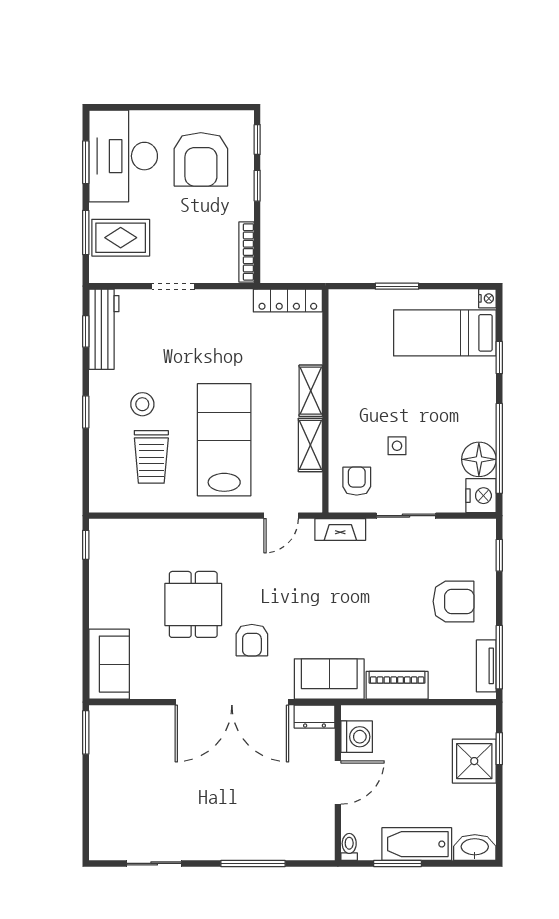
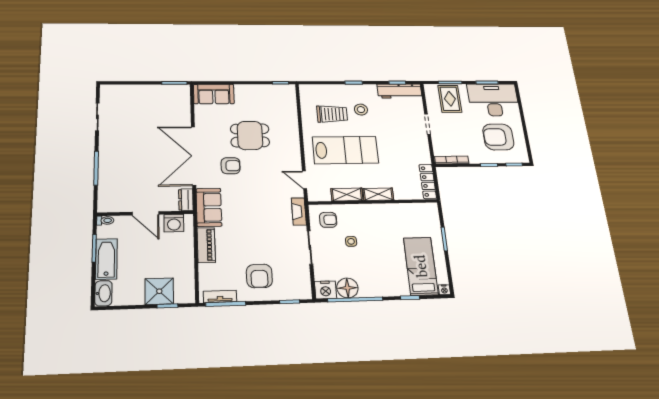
trolley: (151, 457) -> (332, 114), turned 180
armchair: (252, 640) -> (231, 166), turned 180

